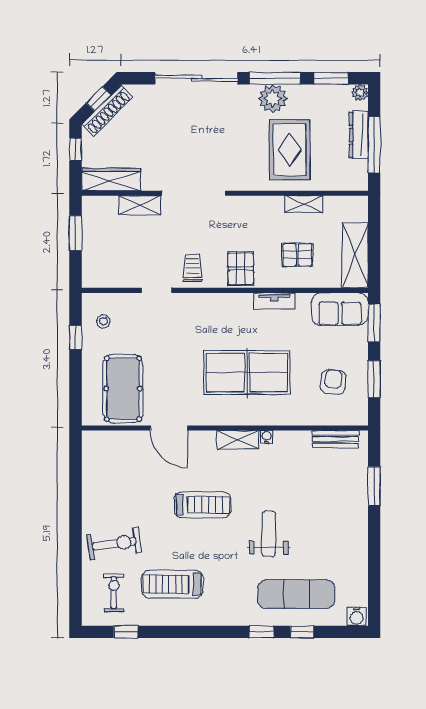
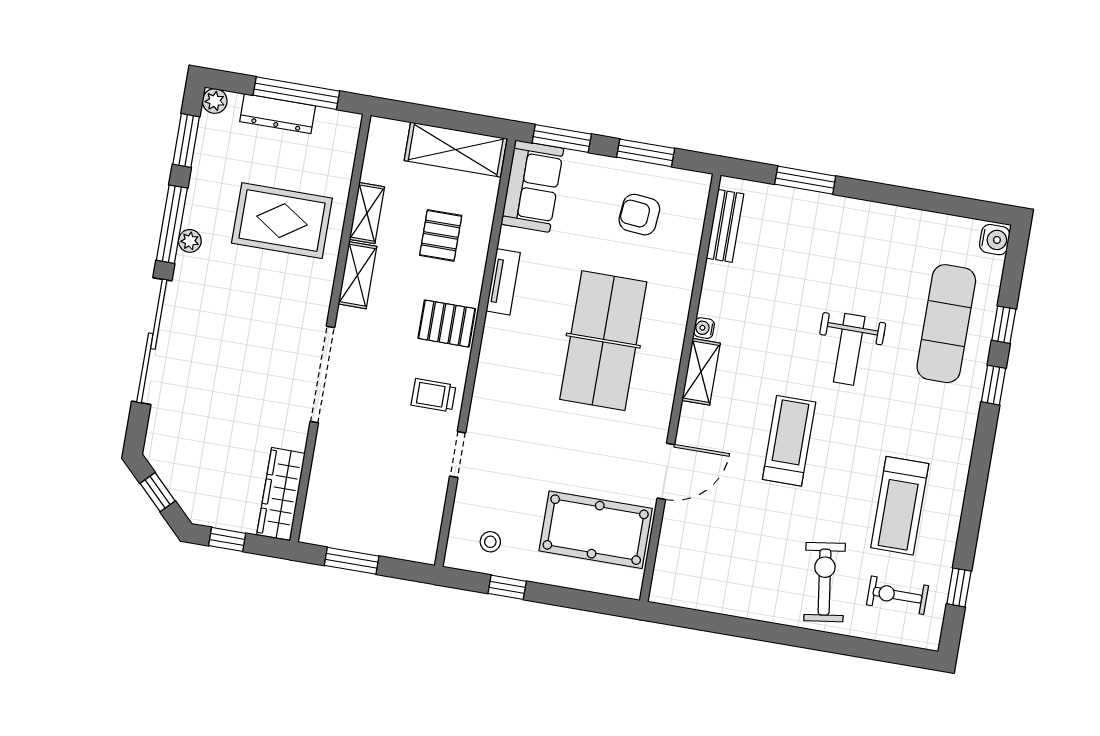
plant: (273, 98) -> (190, 241), width x0.53, depth x0.53
shoe rack: (107, 111) -> (178, 482), removed
shelving: (140, 205) -> (358, 275), moved
weight bench: (269, 534) -> (849, 349), turned -90

